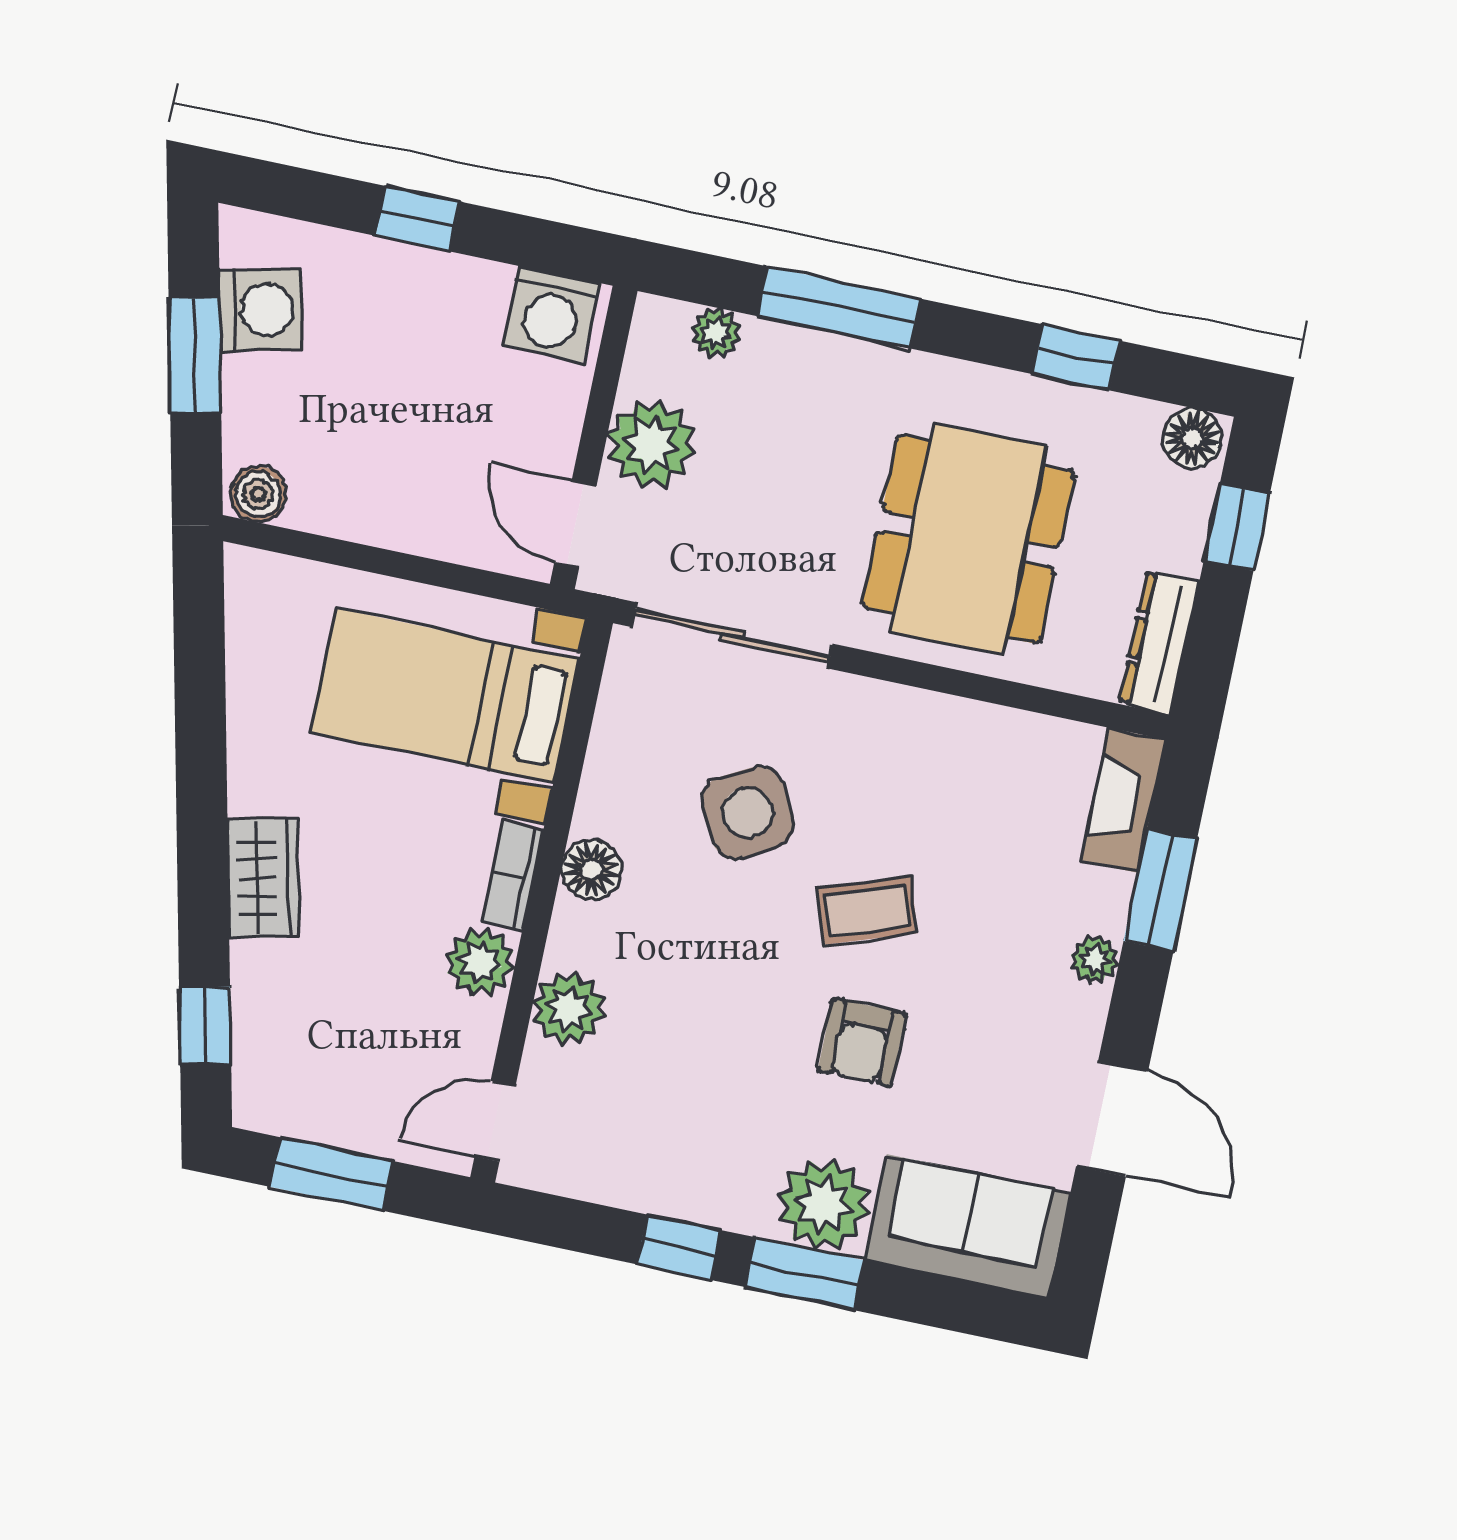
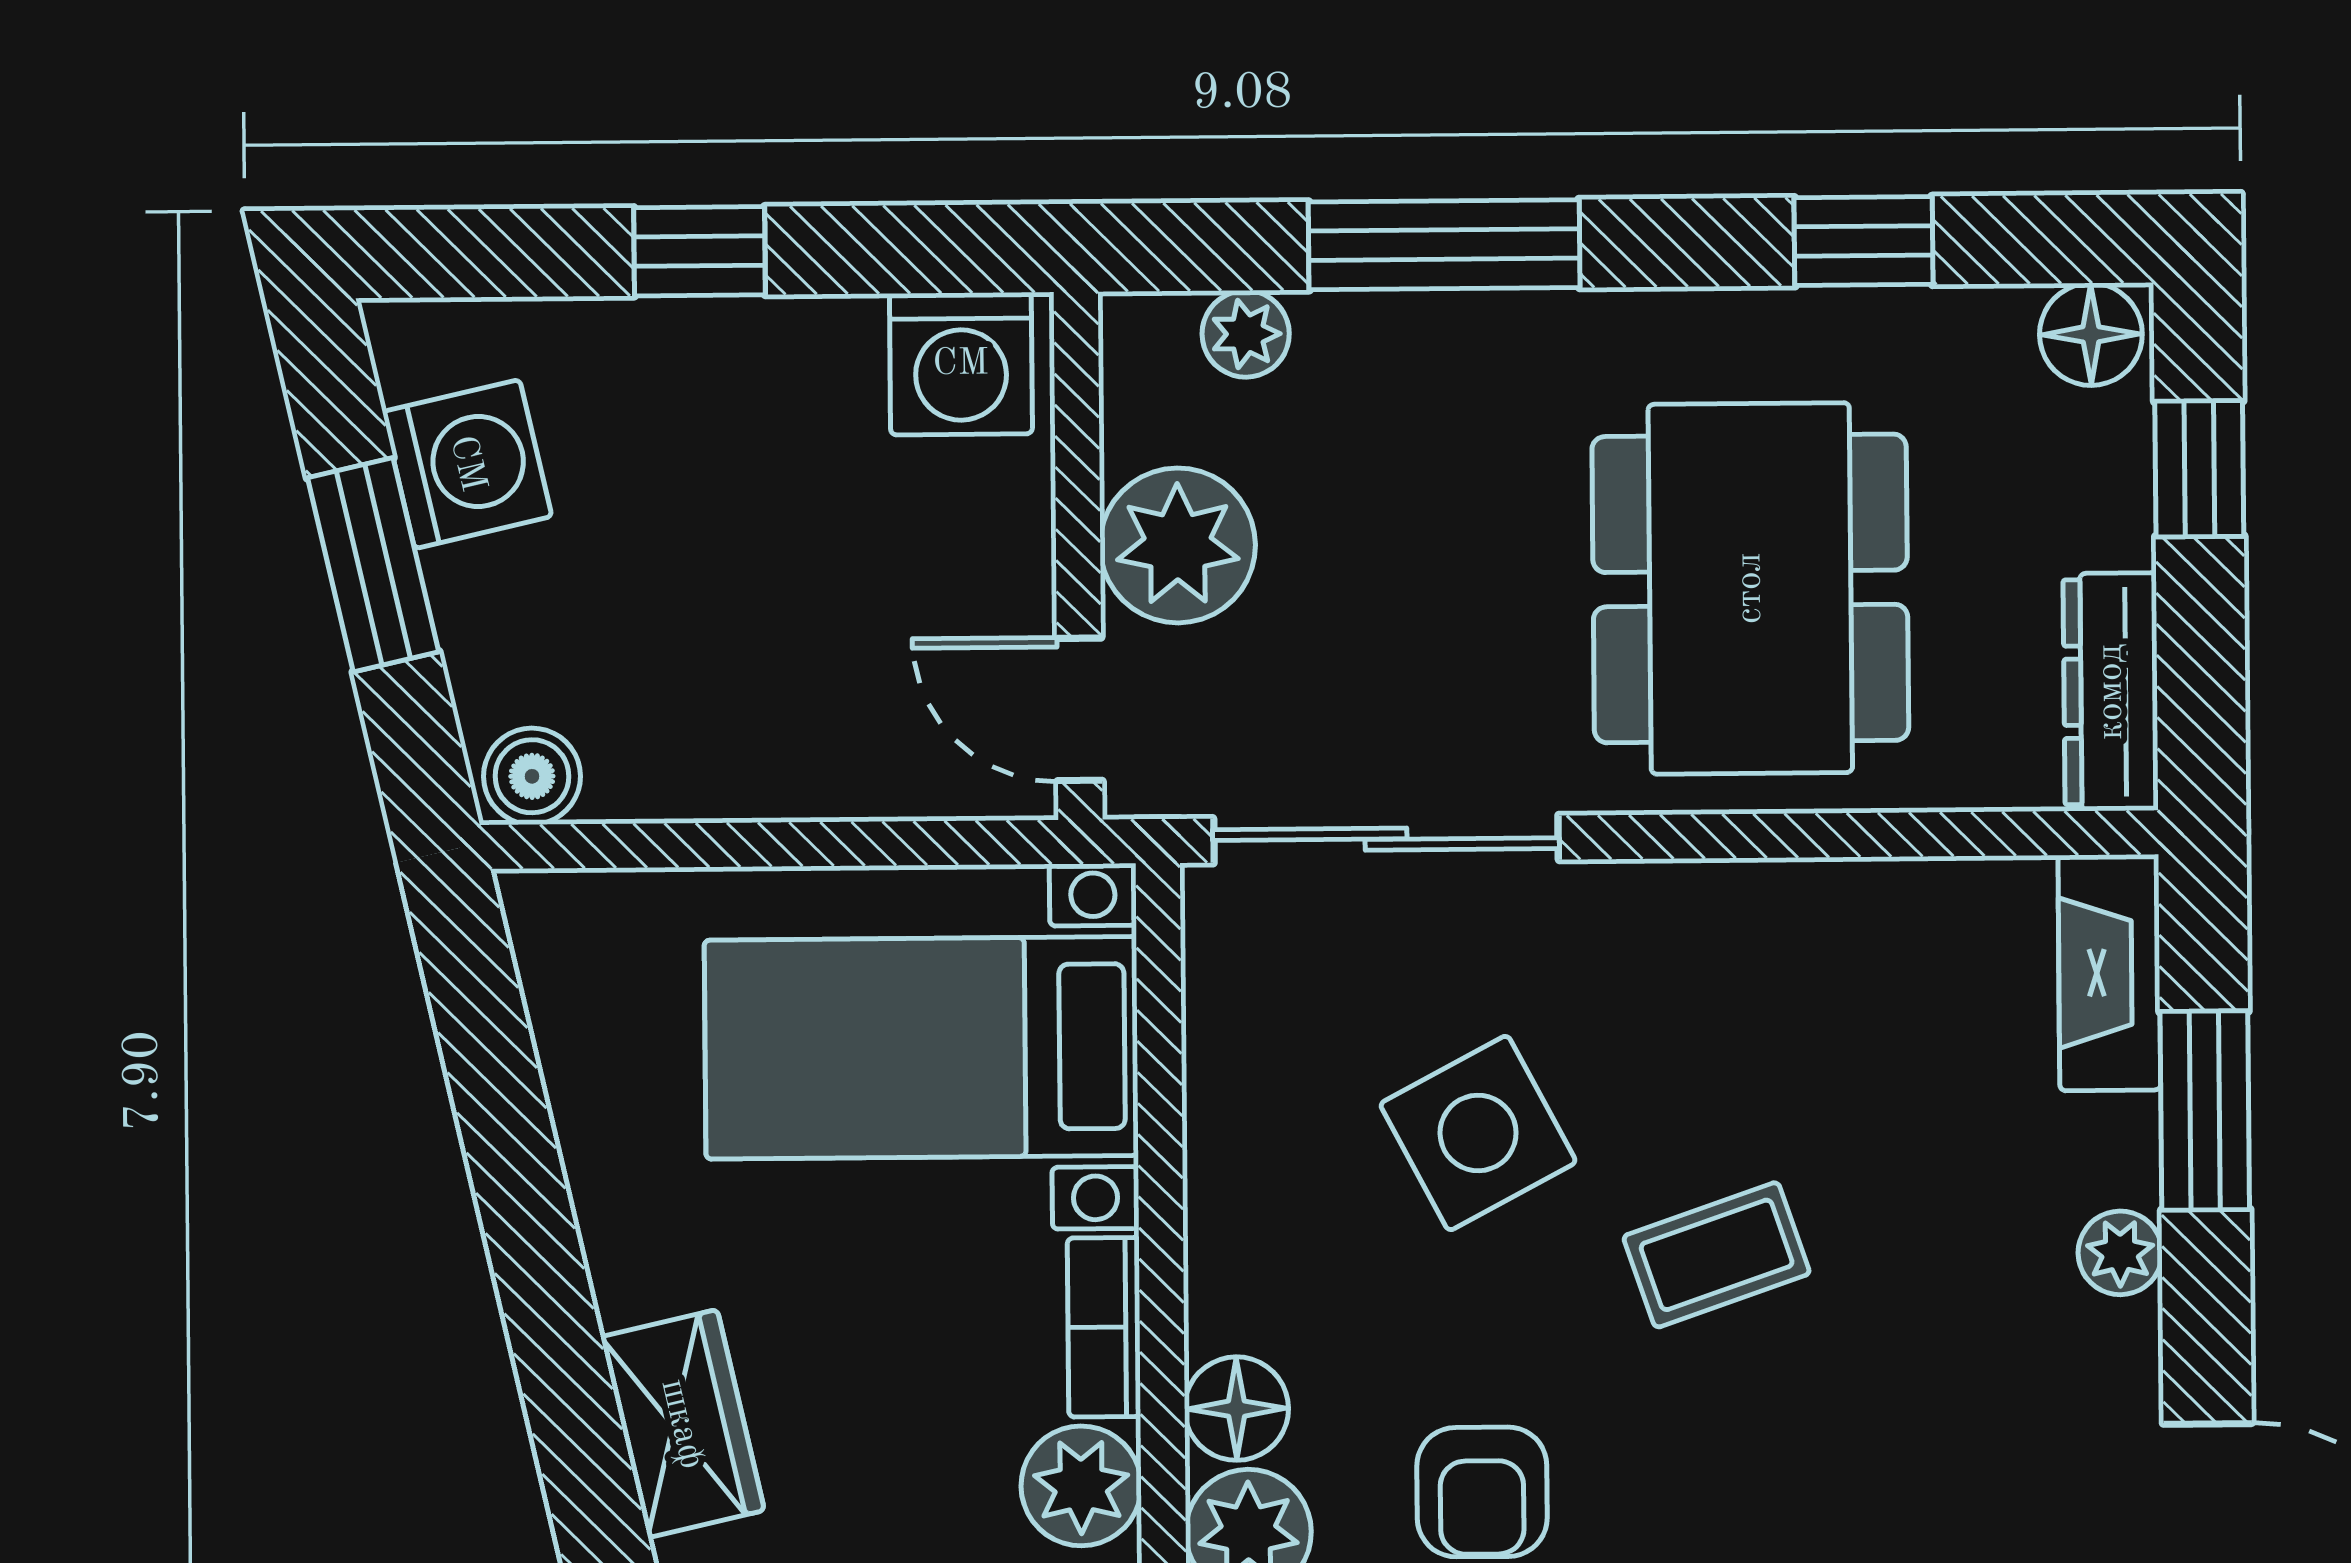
floor lamp: (592, 870) -> (1236, 1409), moved
armchair: (862, 1042) -> (1482, 1492), moved

